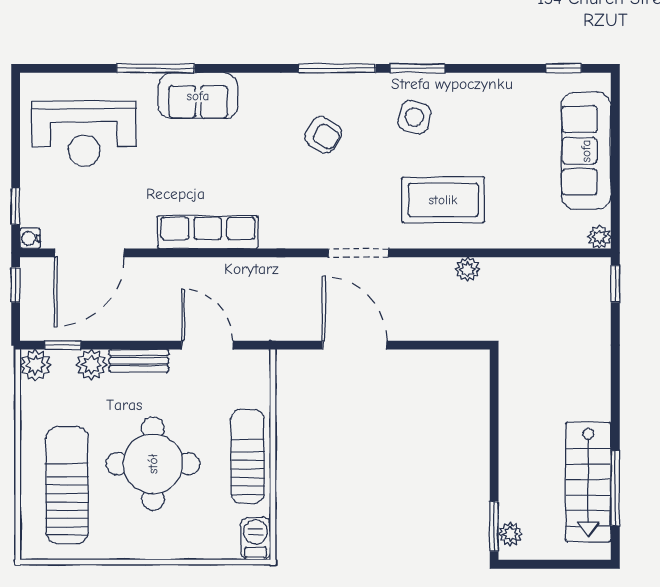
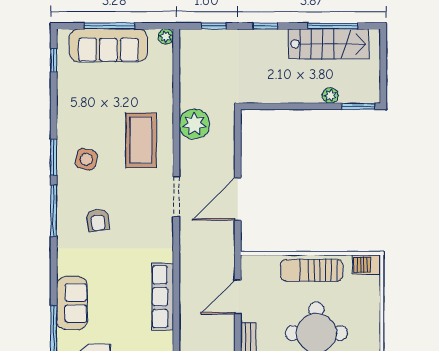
armchair: (323, 135) -> (98, 220), turned 140
window: (615, 152) -> (110, 26), added
plant: (468, 269) -> (194, 124), width x1.87, depth x1.87
window: (615, 284) -> (214, 26), moved
window: (615, 387) -> (265, 26), added
plant: (510, 534) -> (330, 96), moved

